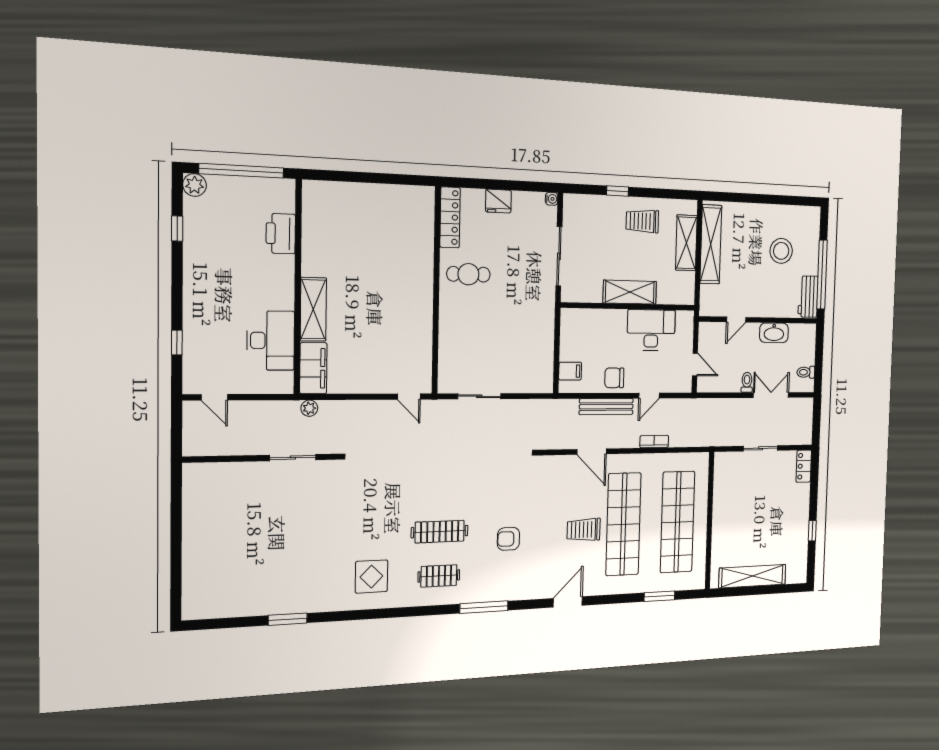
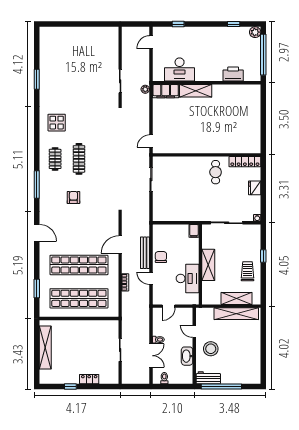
stool: (781, 251) -> (211, 349), moved
filing cabinet: (570, 371) -> (194, 231), moved
locker: (804, 466) -> (89, 379), moved
trolley: (584, 530) -> (77, 241), removed

